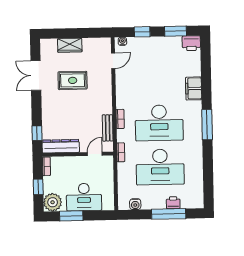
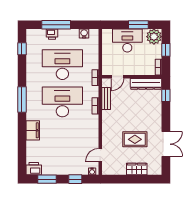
window: (208, 185) -> (22, 49), added

